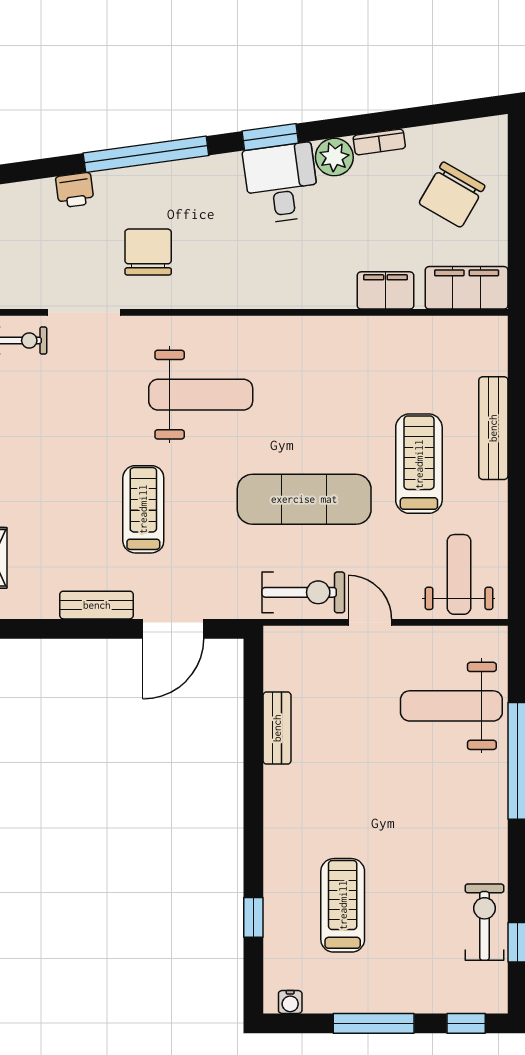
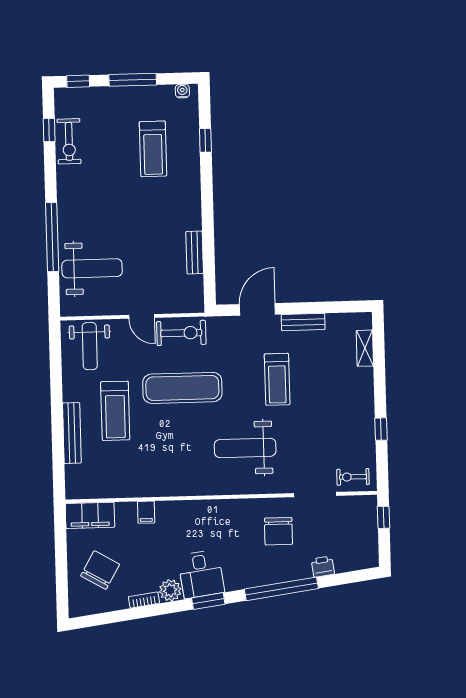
filing cabinet: (385, 290) -> (146, 512), width x0.50
exercise bike: (303, 592) -> (181, 333), turned 180

